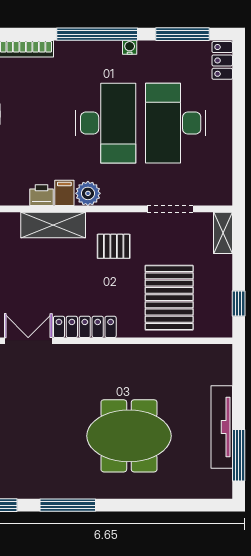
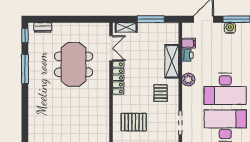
filing cabinet: (64, 193) -> (189, 43), moved
pallet: (169, 298) -> (134, 122), width x0.73, depth x0.71
meeting table: (129, 436) -> (74, 64), moved

